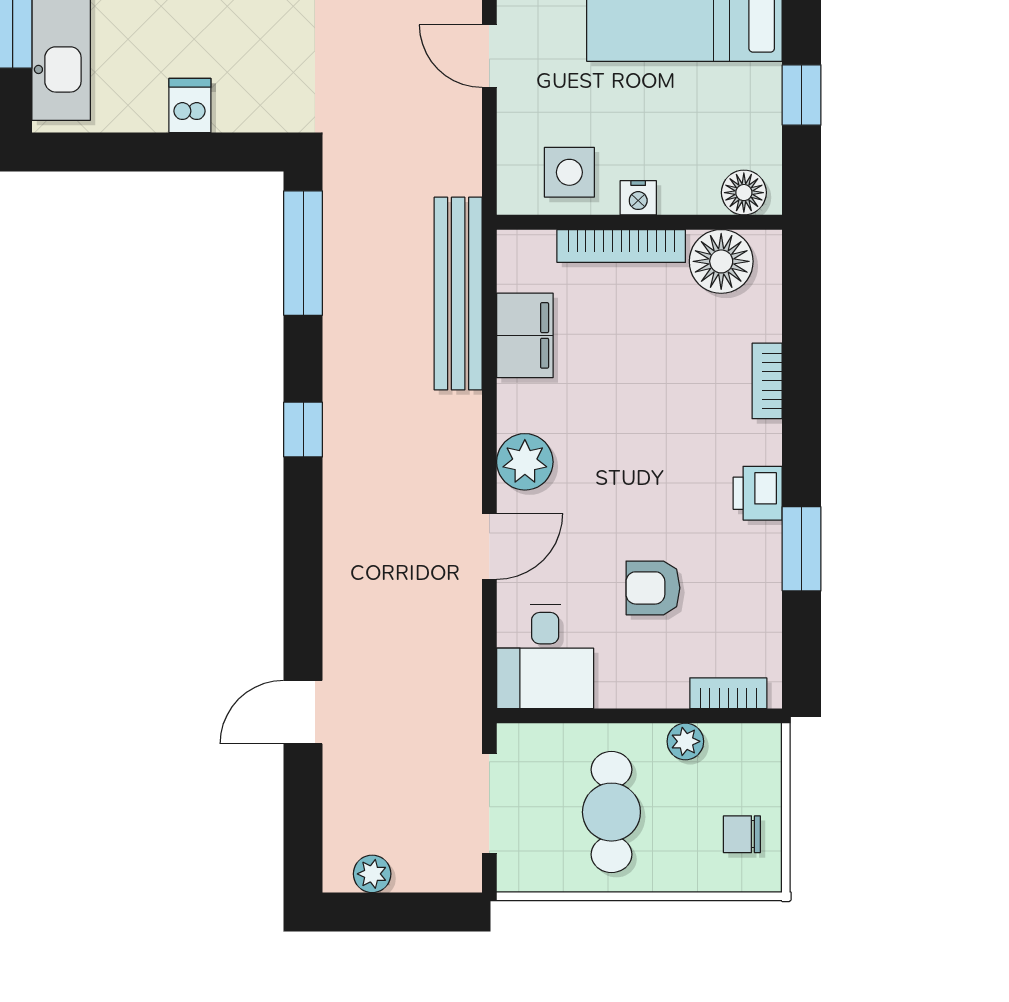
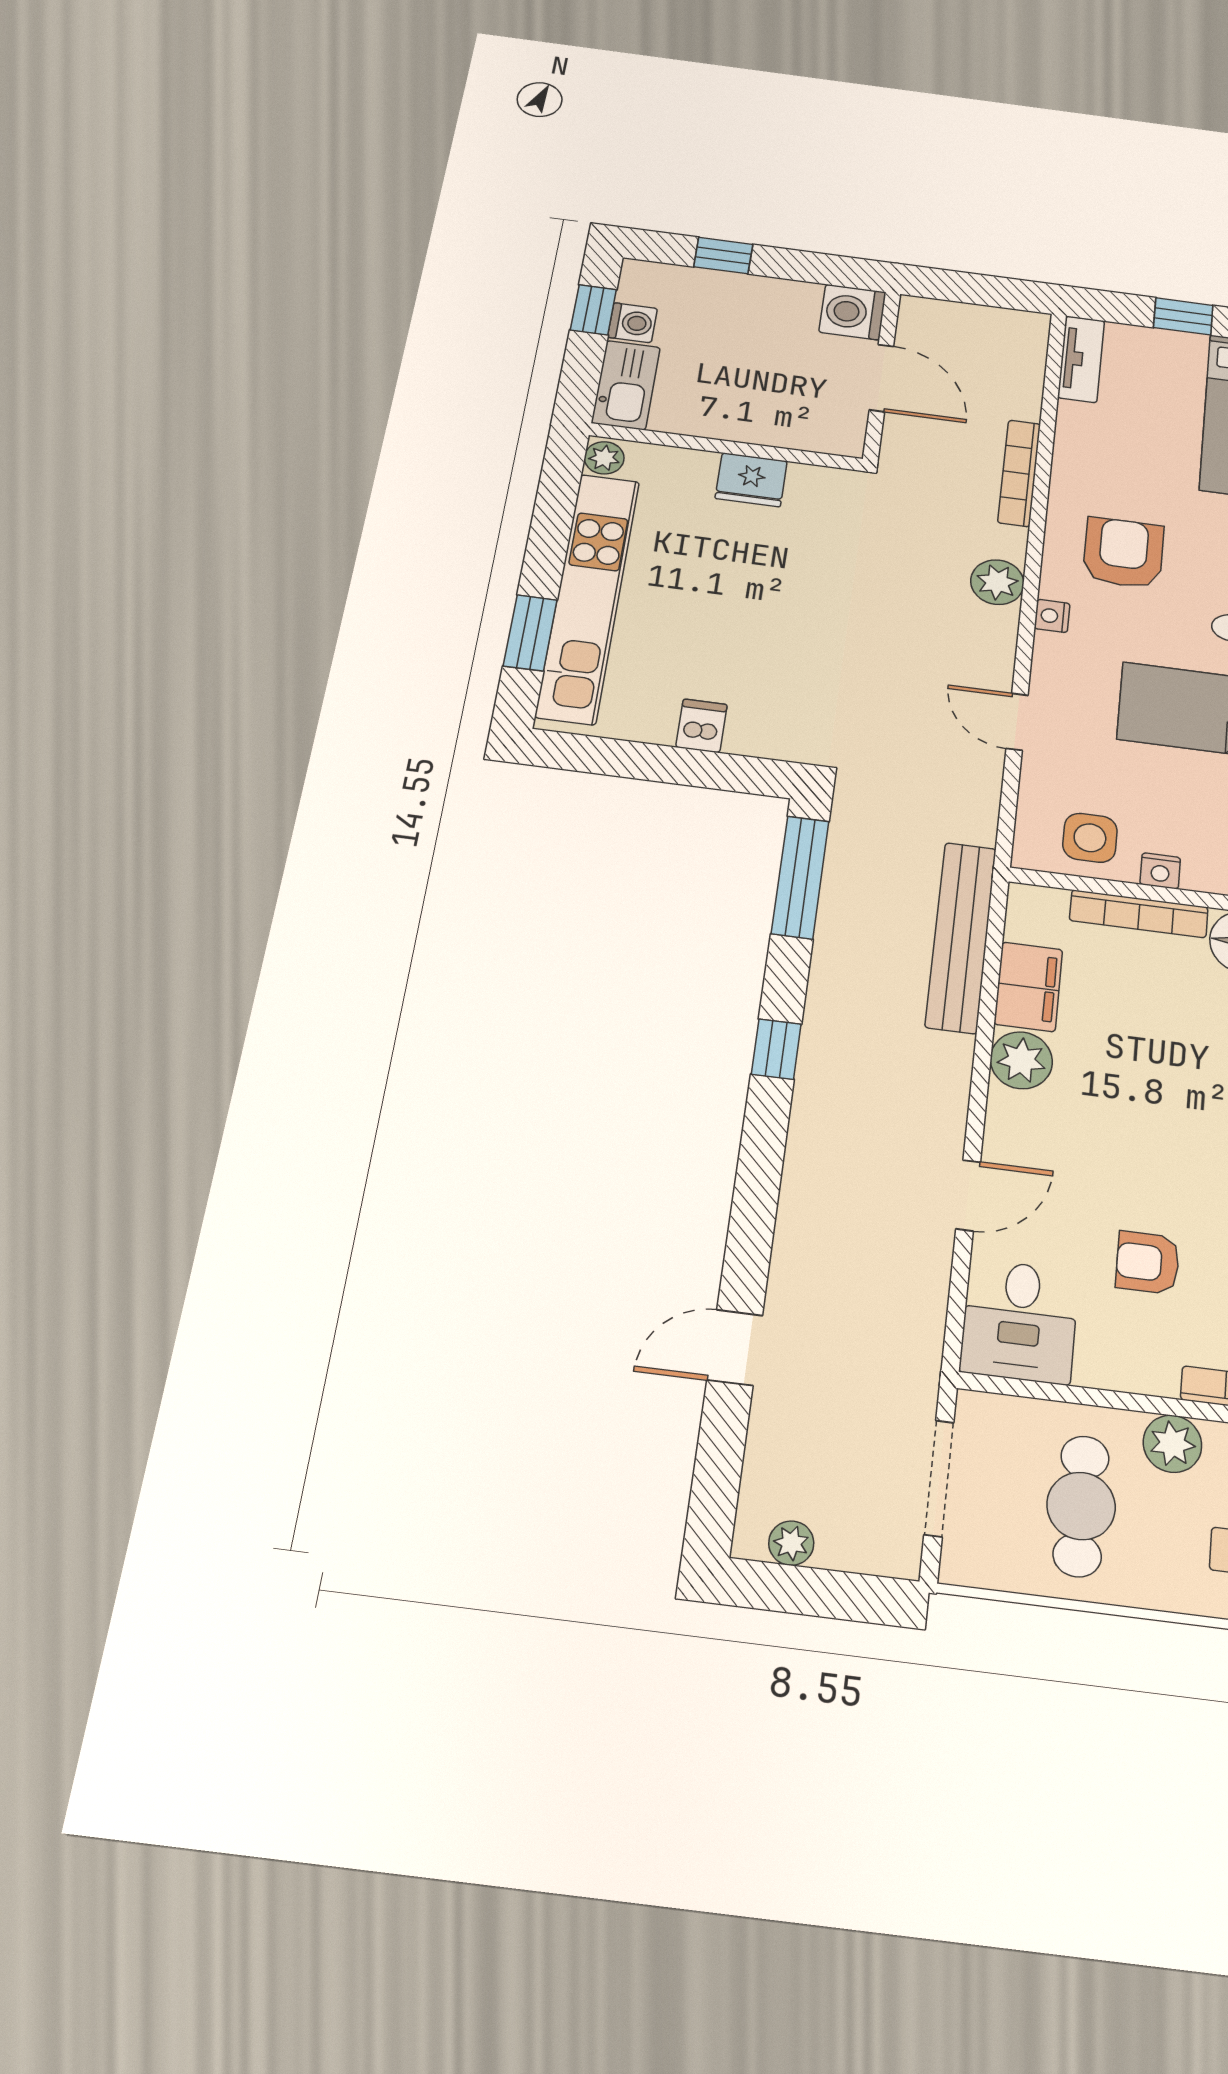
plant: (525, 462) -> (1021, 1060), moved
plant: (685, 741) -> (1172, 1444), width x1.38, depth x1.38

